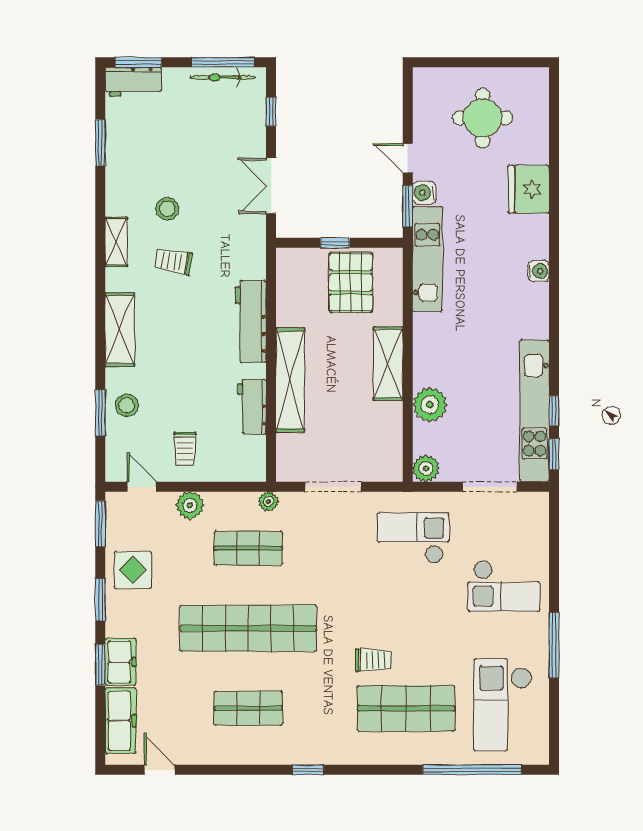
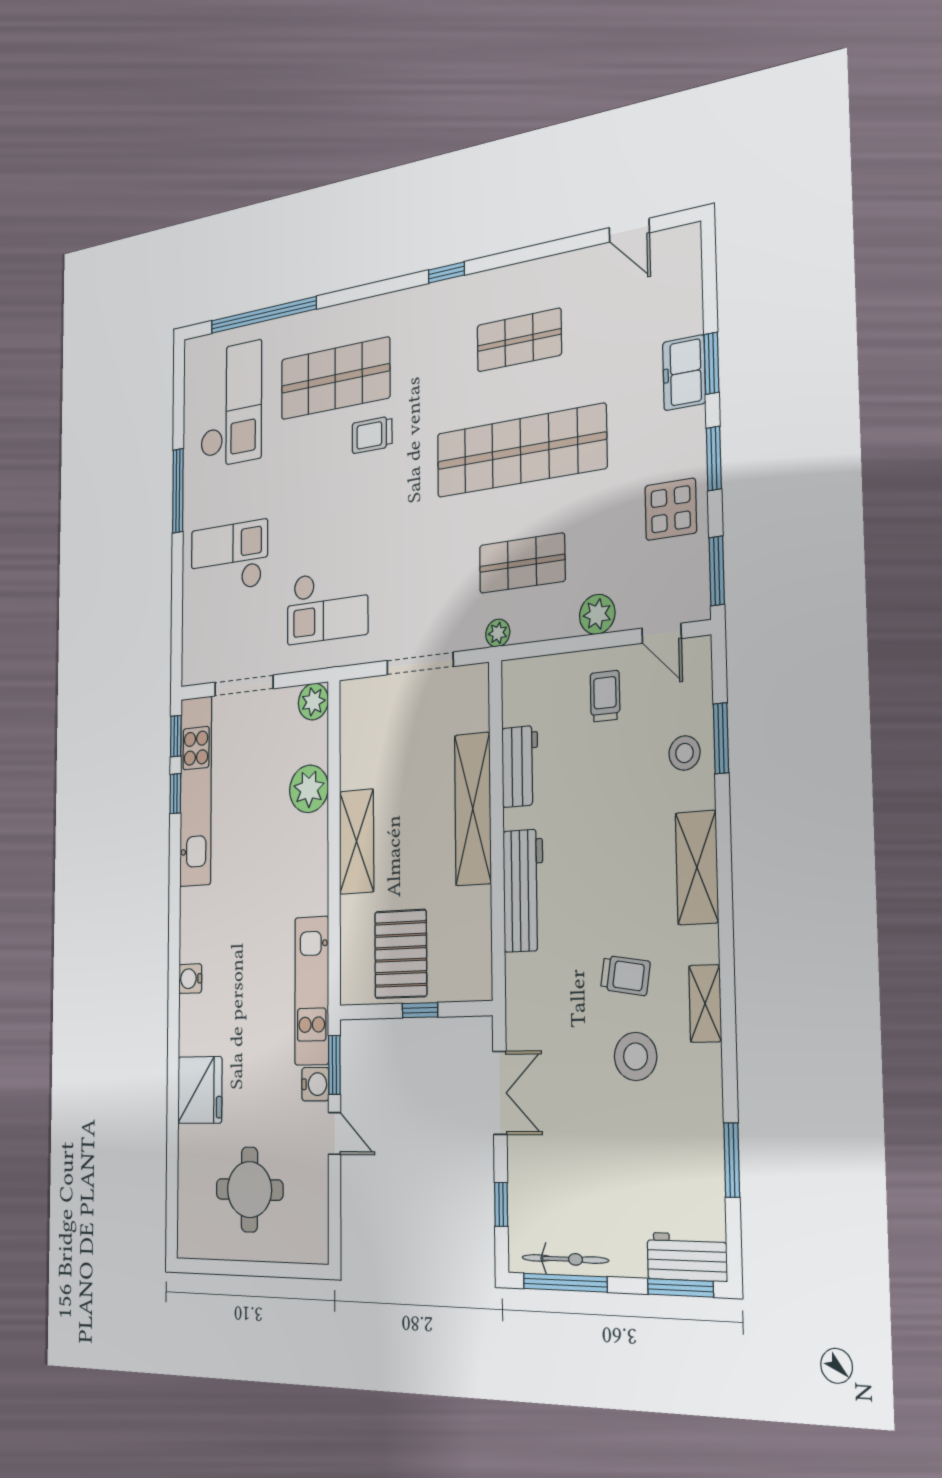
stool: (167, 209) -> (636, 1056), width x1.38, depth x1.38
freezer: (121, 721) -> (682, 288), removed

